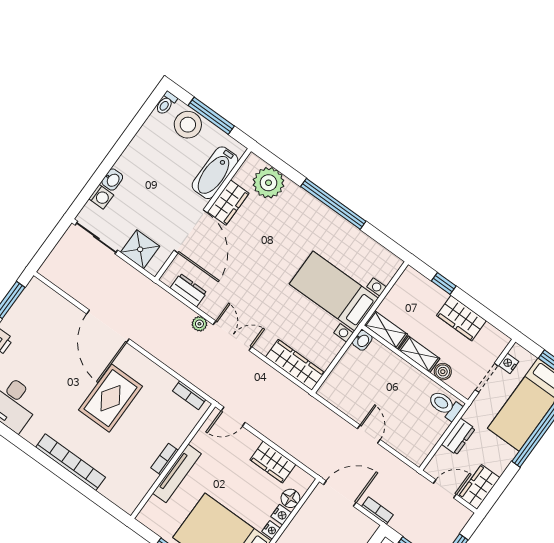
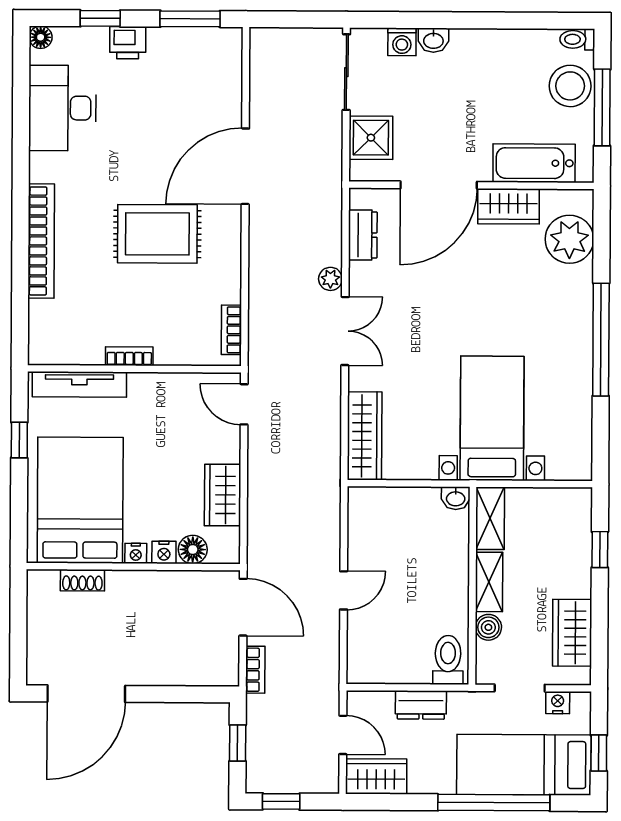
wardrobe: (461, 318) -> (572, 633), moved
tv unit: (177, 473) -> (79, 384), moved

